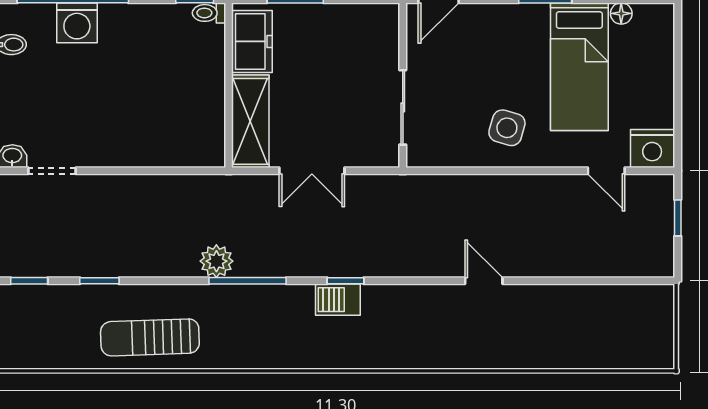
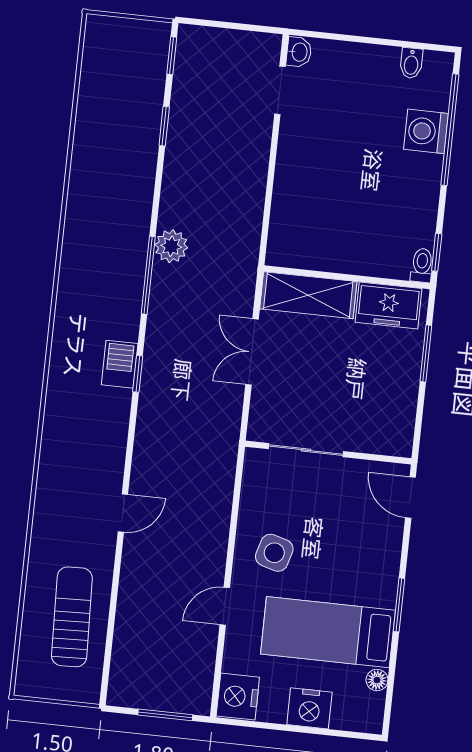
nightstand: (656, 77) -> (309, 708), added
door: (606, 171) -> (225, 606), moved
window: (678, 218) -> (165, 715), width x1.50
sun lounger: (150, 337) -> (72, 617), moved

